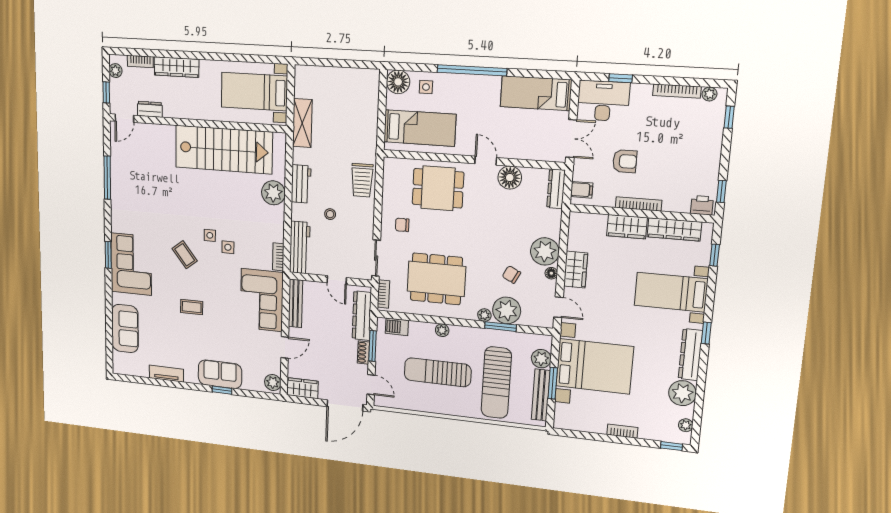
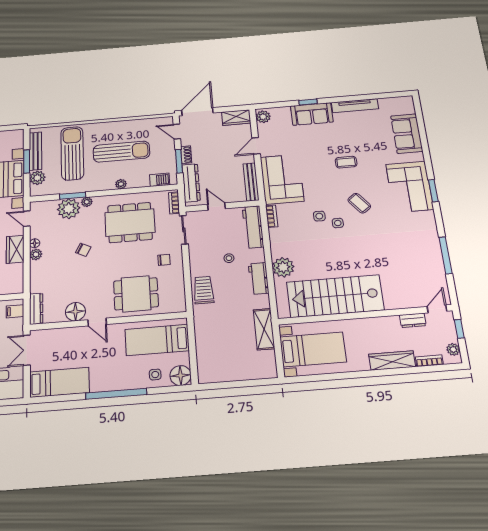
plant: (545, 251) -> (36, 254), width x0.53, depth x0.53
chair: (511, 274) -> (83, 250), moved
tv unit: (166, 374) -> (355, 106), width x1.41

